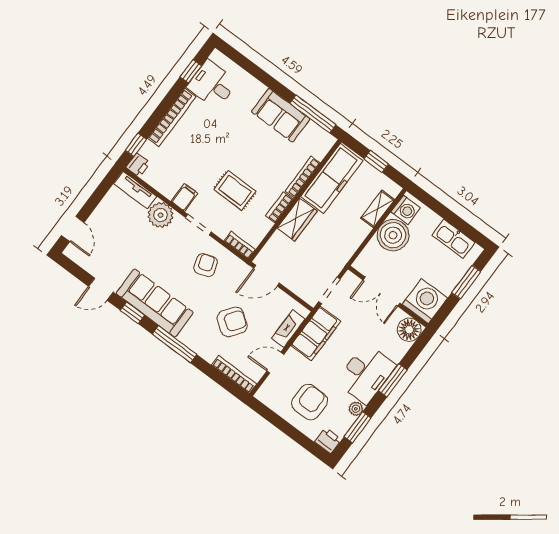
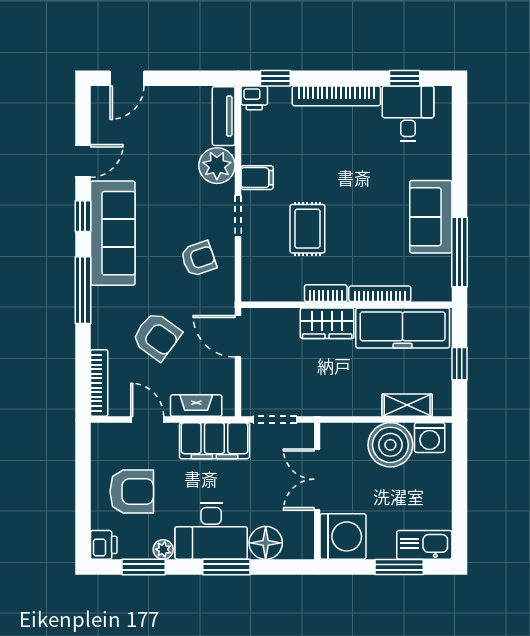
kitchen sink: (453, 239) -> (424, 545), moved, turned 90
bookcase: (240, 245) -> (250, 280), removed
door: (101, 289) -> (83, 161), swing flipped
floor lamp: (409, 330) -> (266, 543), moved

